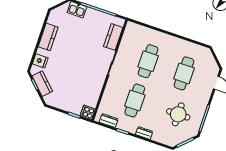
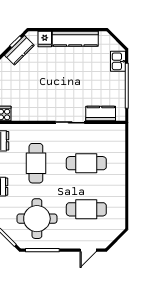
kitchen counter: (48, 37) -> (75, 39), width x1.50
cafe table: (135, 101) -> (36, 163), turned 90
round table: (178, 114) -> (37, 219), width x1.36, depth x1.36

